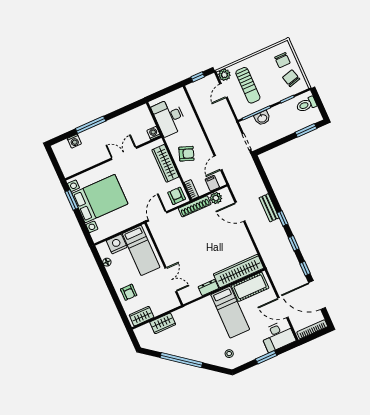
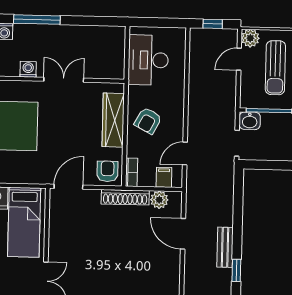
washbasin: (262, 118) -> (250, 121), moved
washing machine: (154, 133) -> (28, 69), moved
armchair: (186, 154) -> (148, 121), turned 98

